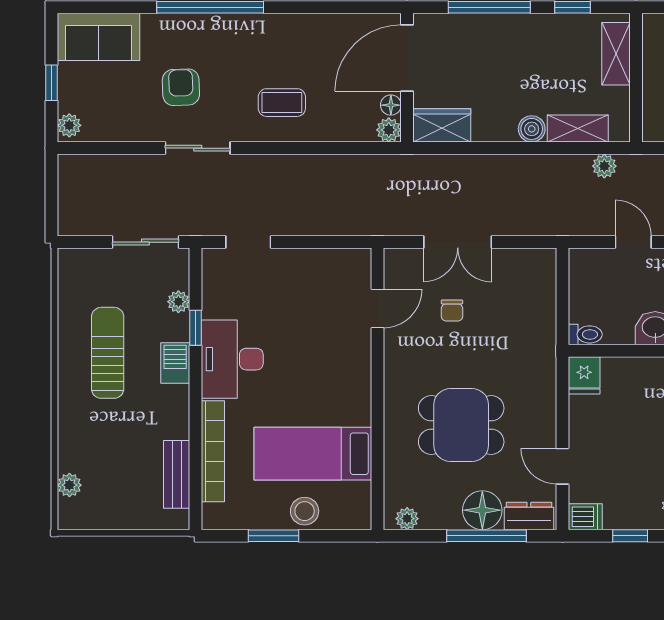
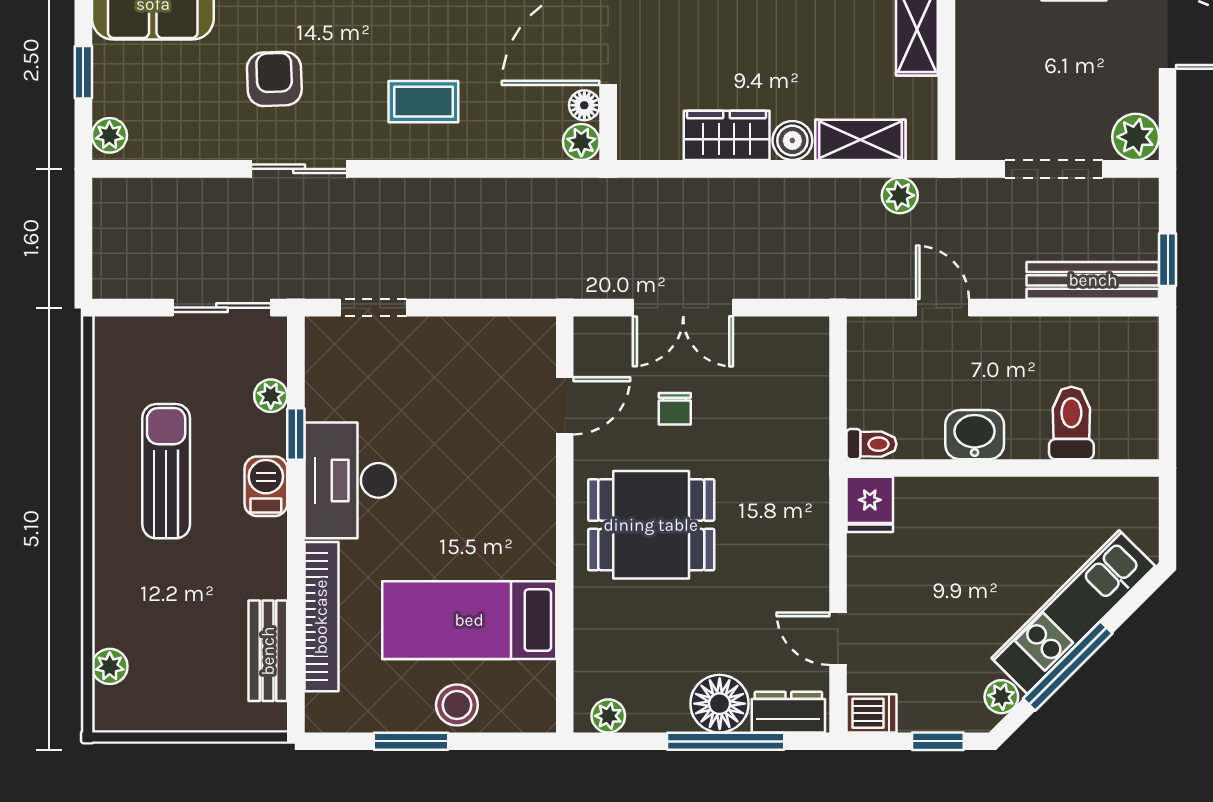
wardrobe: (442, 125) -> (727, 135), moved
dining table: (461, 425) -> (651, 525), moved

